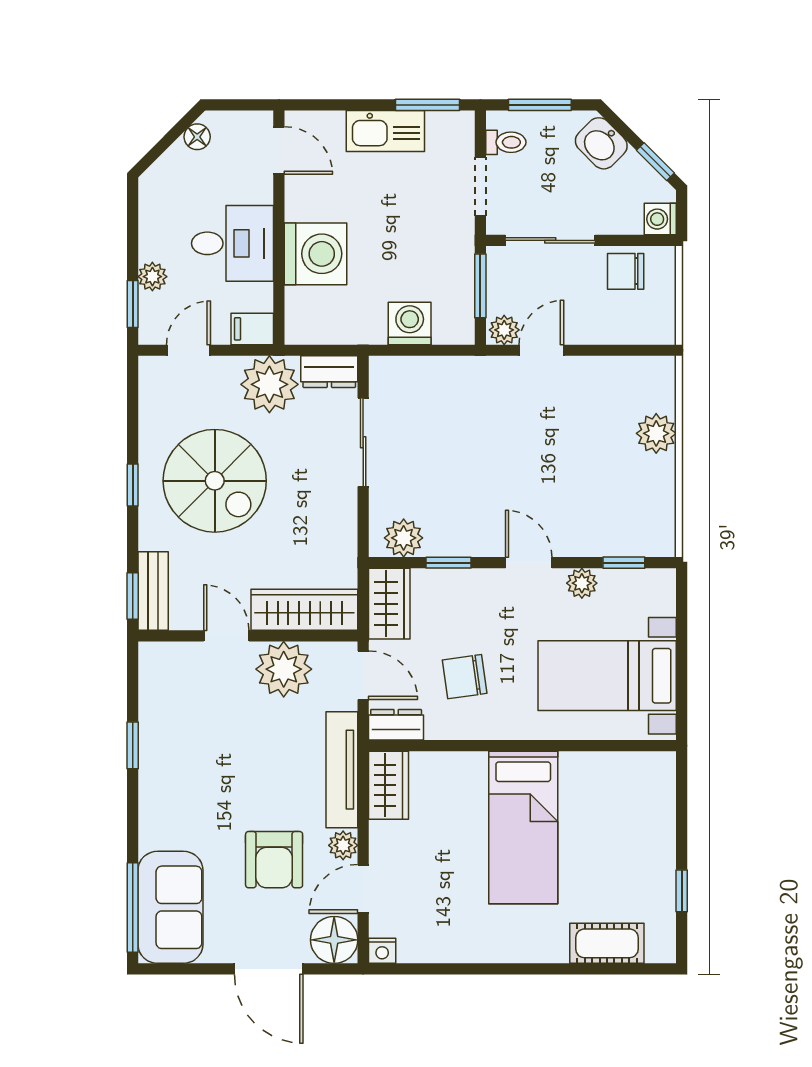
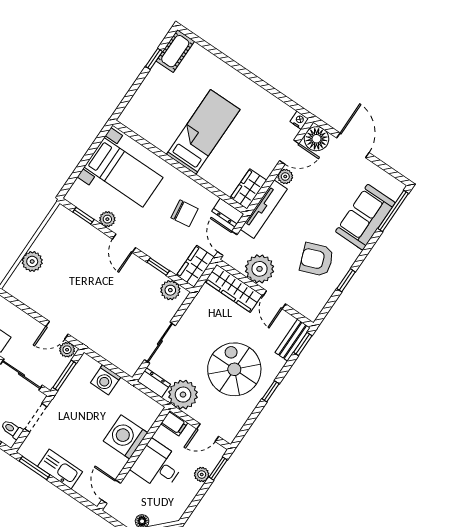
armchair: (274, 860) -> (317, 259), moved, turned -111
sofa: (170, 907) -> (365, 217), moved
cot: (607, 943) -> (175, 51), moved, turned 90

